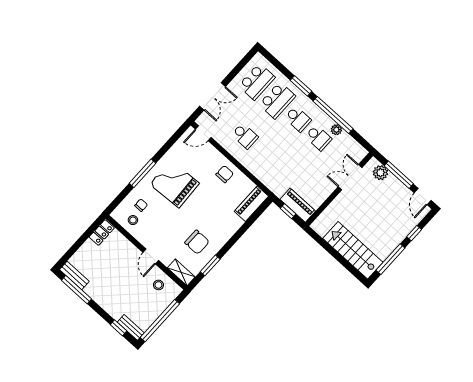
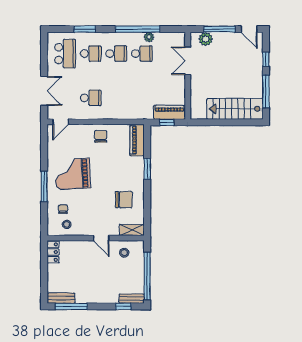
window: (301, 86) -> (85, 29), moved
school desk: (277, 100) -> (91, 54), width x0.54
window: (210, 265) -> (147, 169), moved

